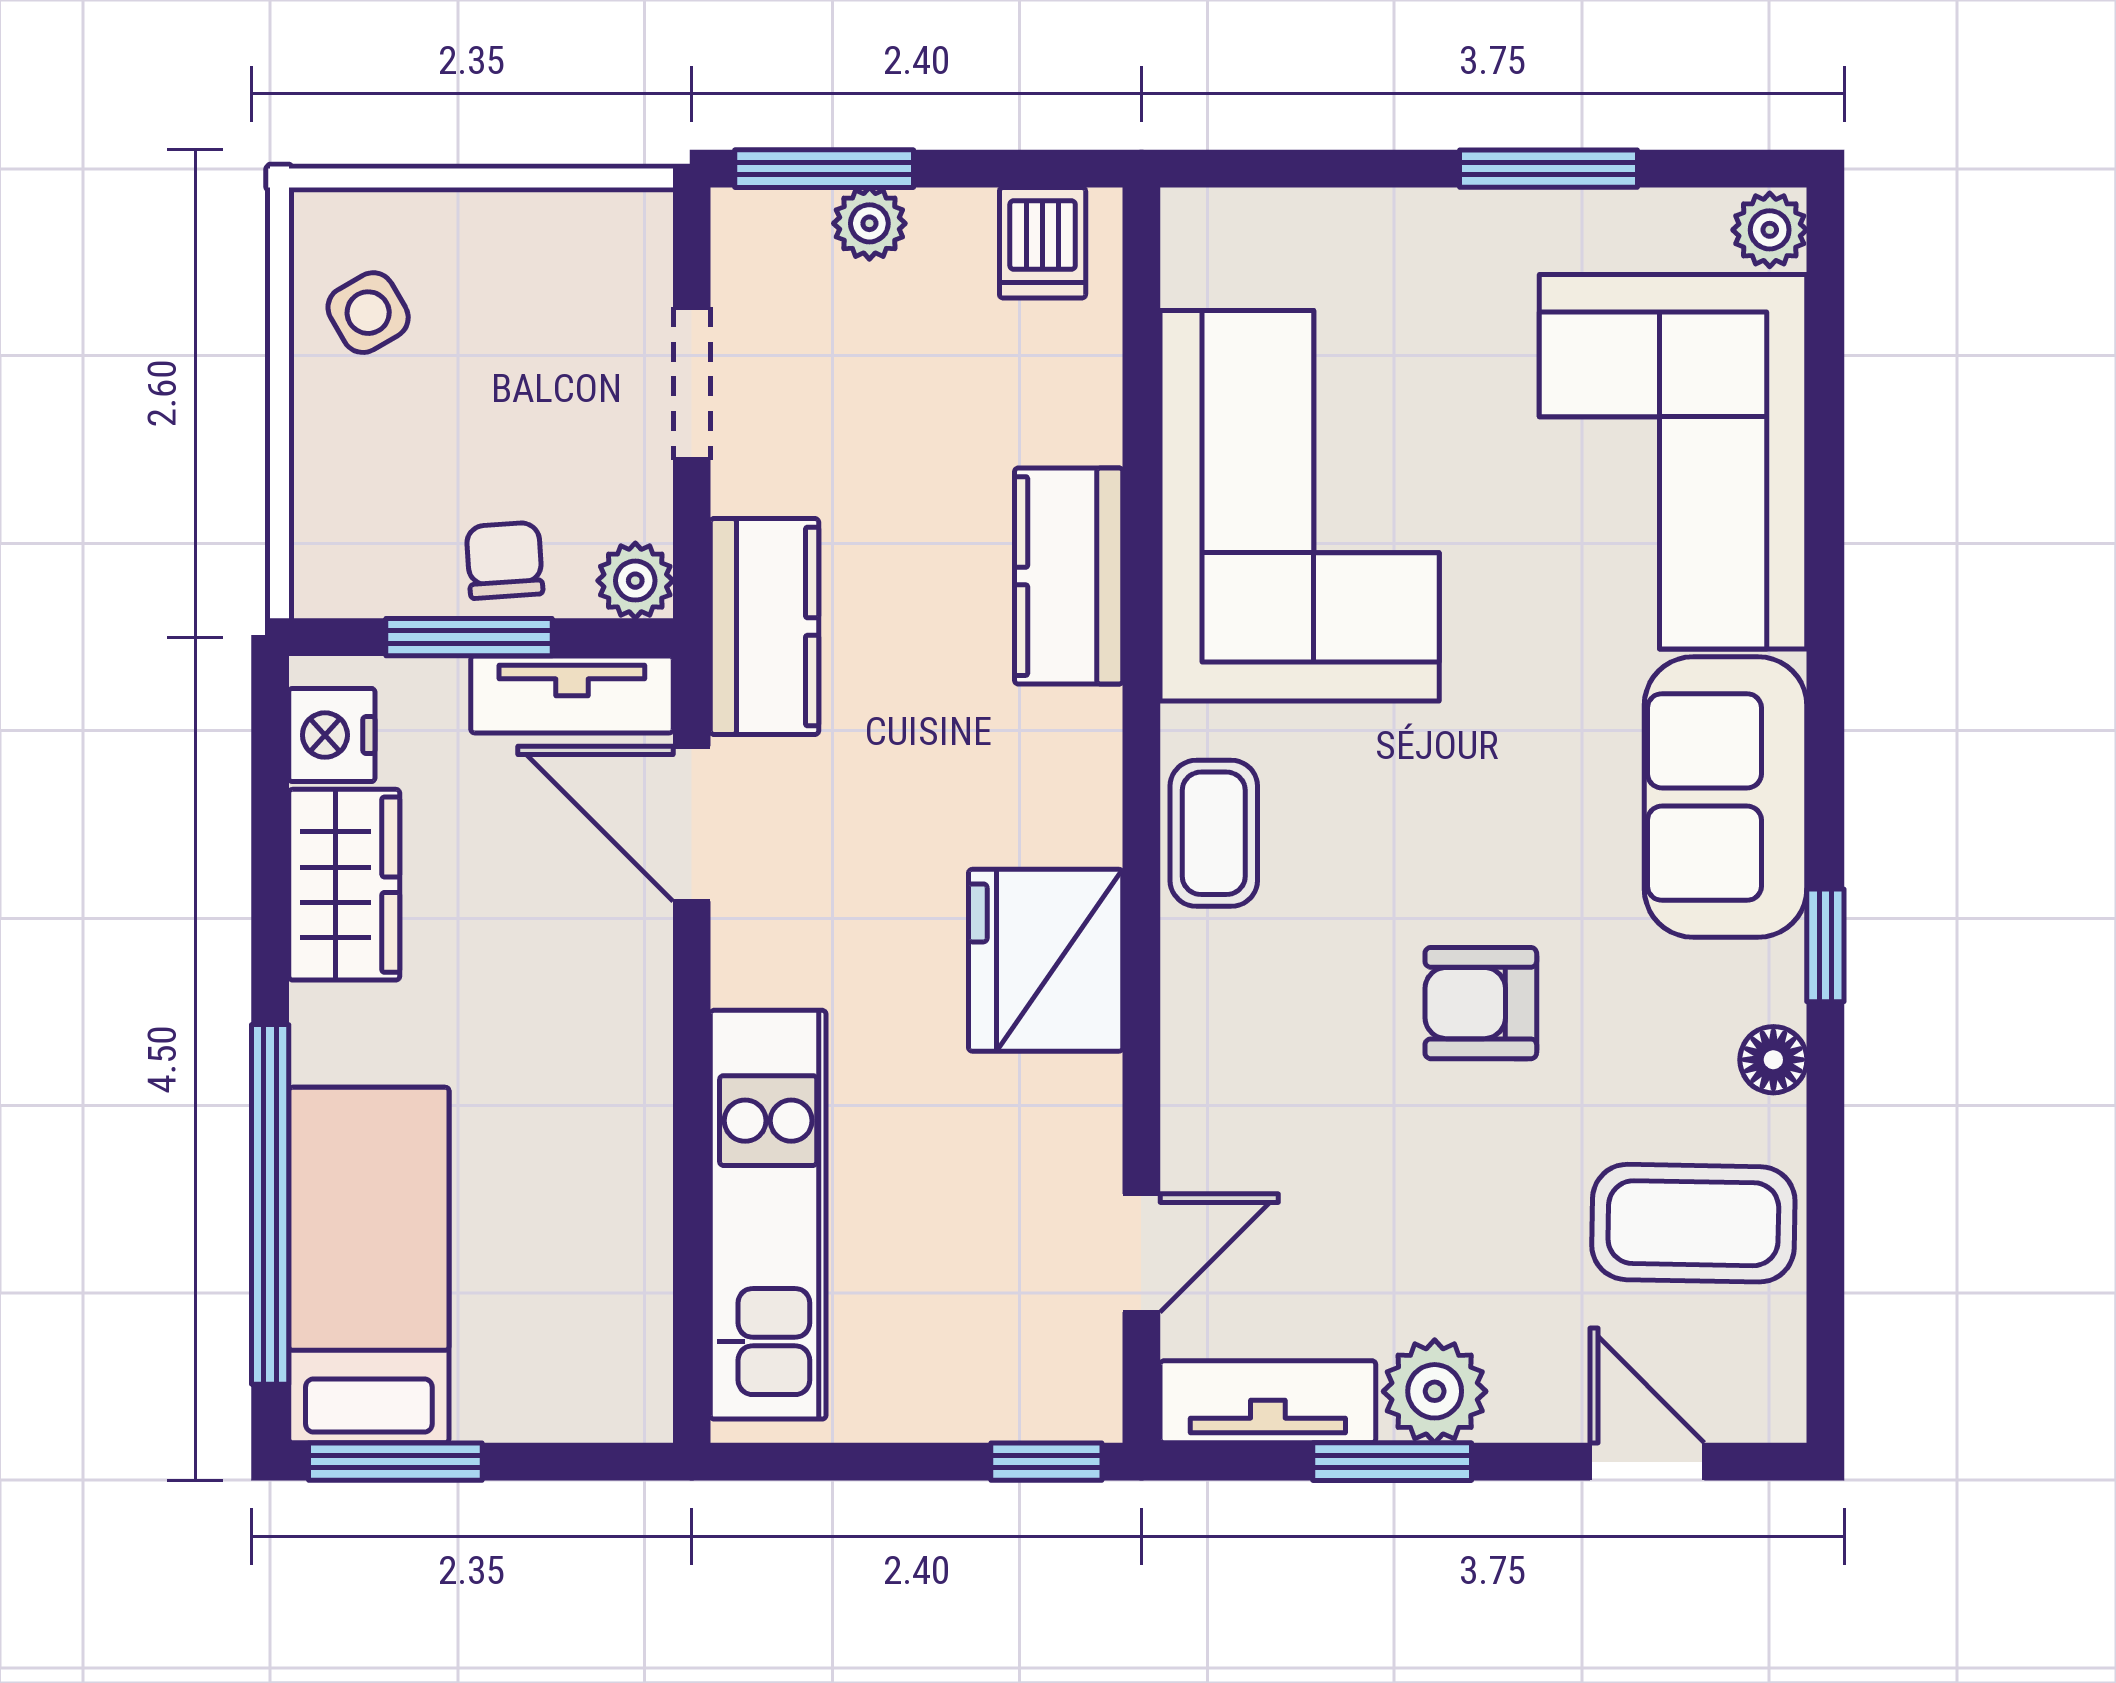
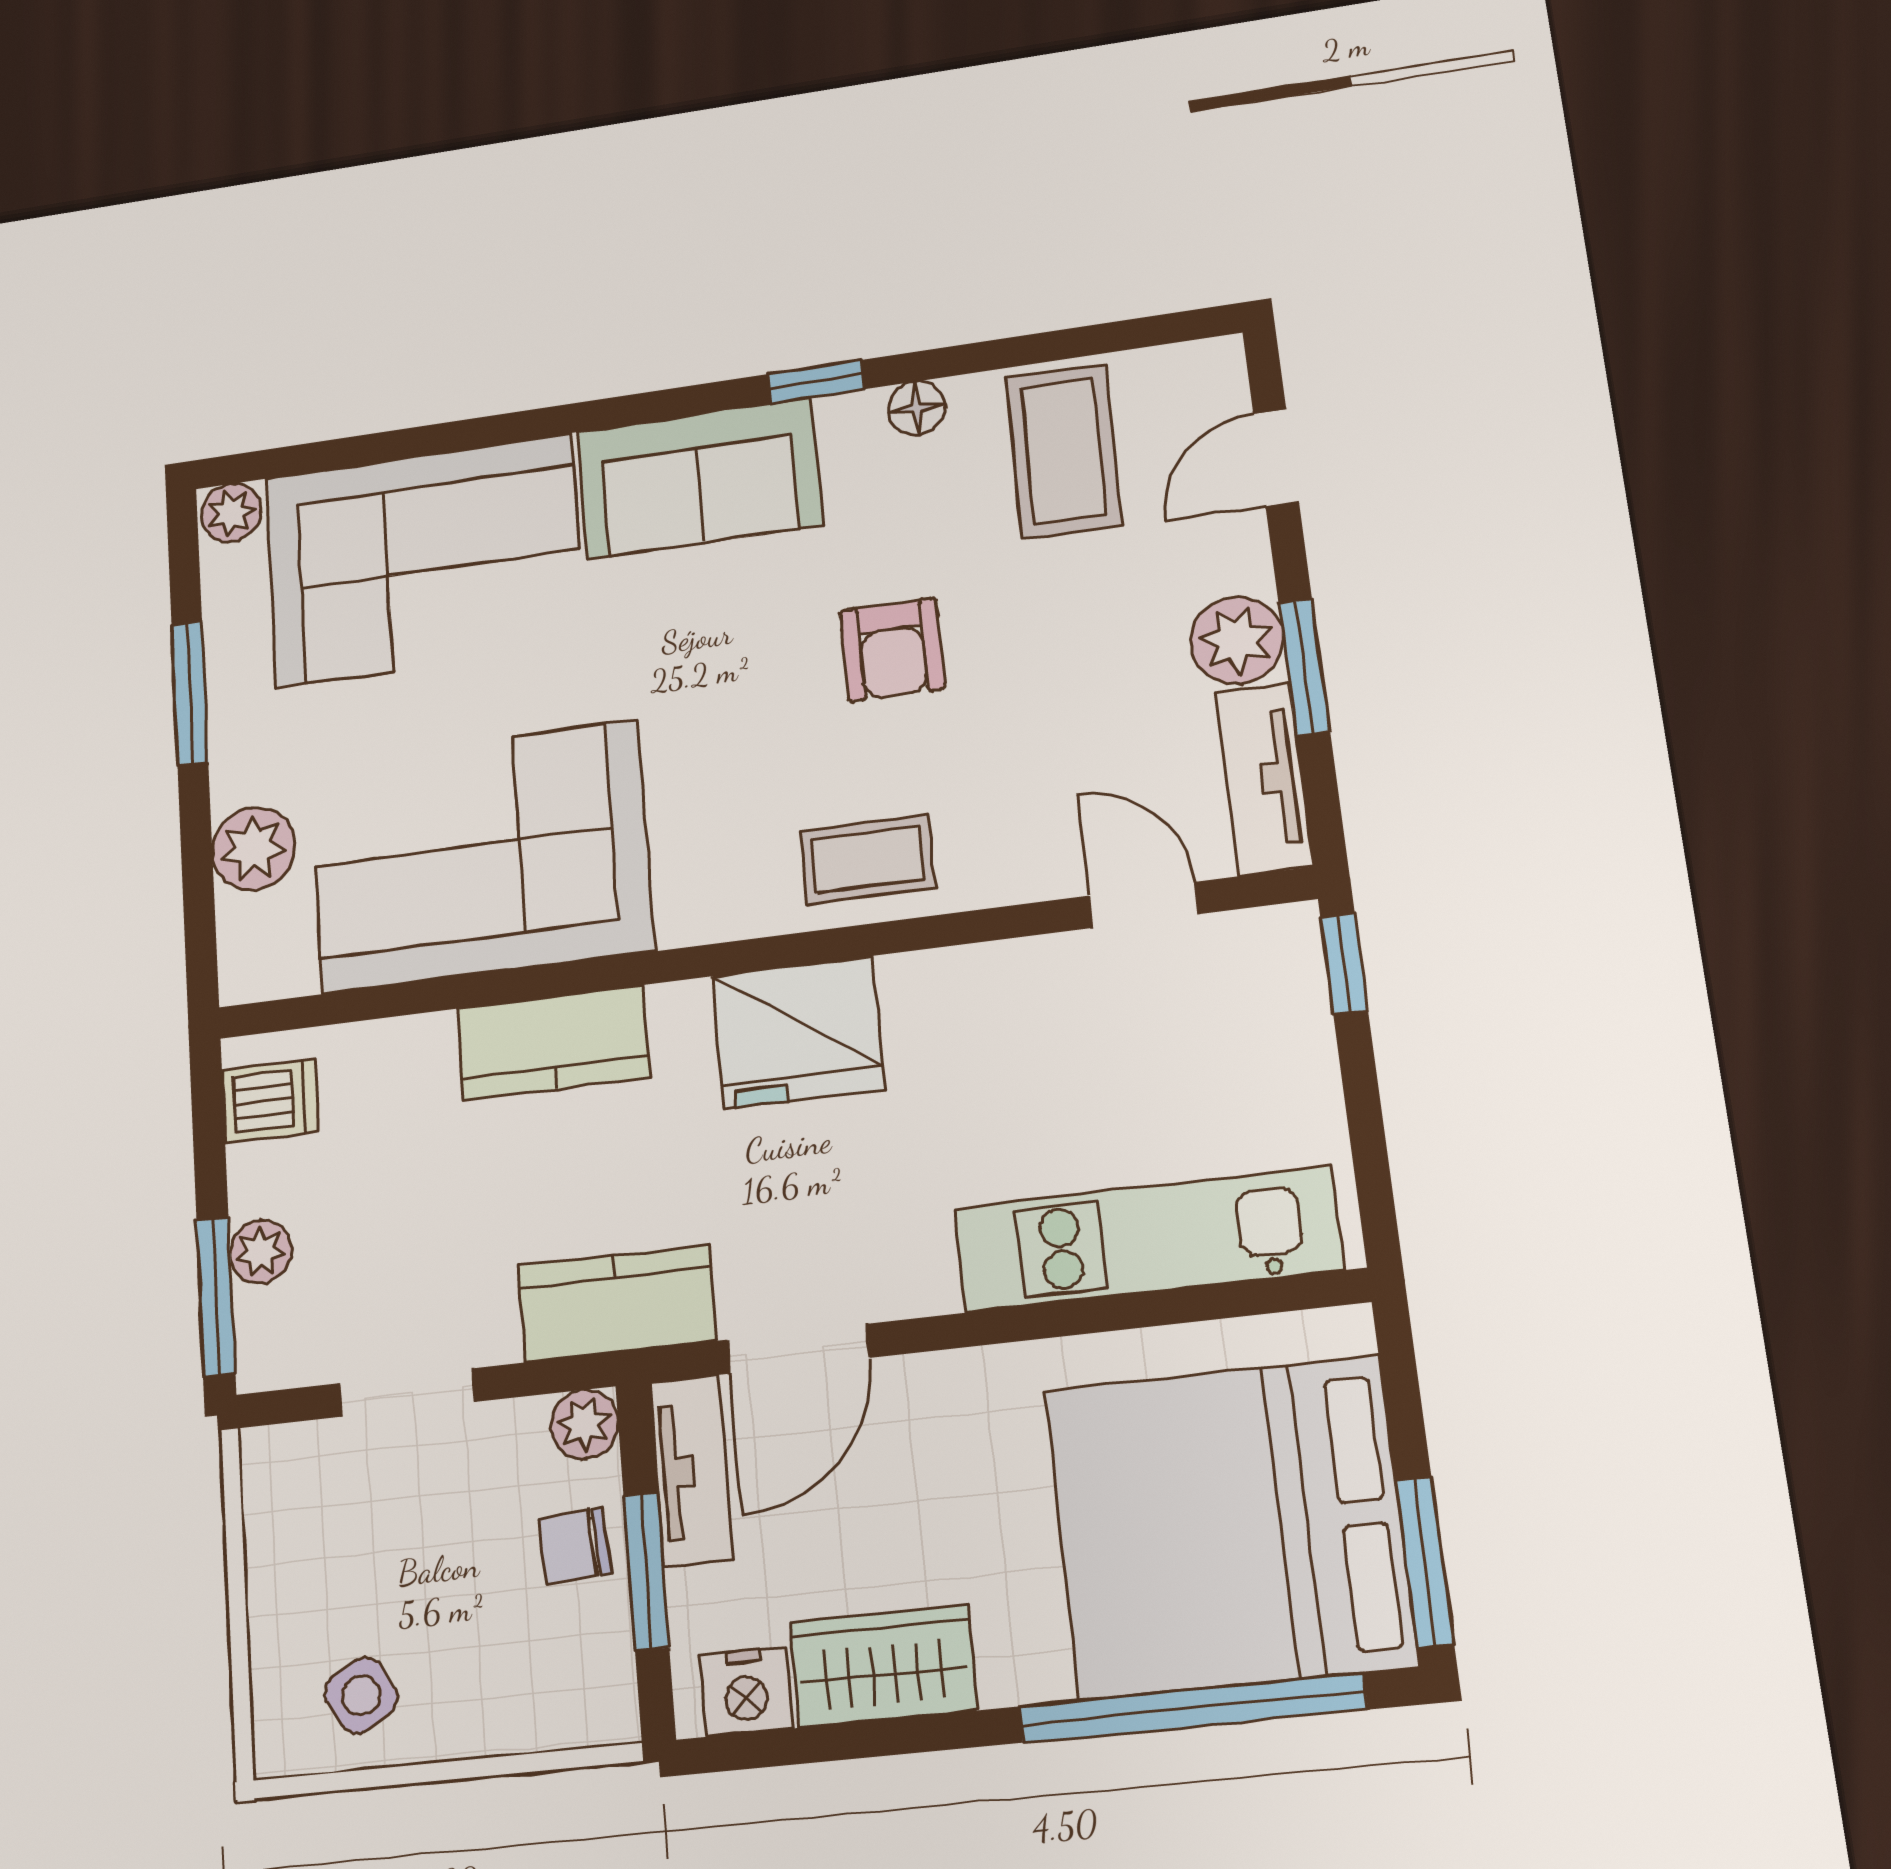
plant: (1346, 237) -> (254, 849), added
coffee table: (1214, 833) -> (868, 859), moved
fridge: (1046, 960) -> (798, 1032), moved
bed: (369, 1265) -> (1229, 1527), width x2.04

